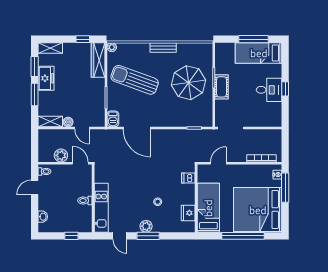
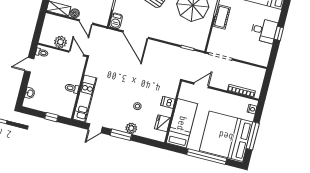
dishwasher: (188, 178) -> (168, 102), moved
window: (285, 188) -> (253, 136), moved
plant: (146, 226) -> (131, 128), moved
door: (120, 236) -> (95, 128), hinge flipped

